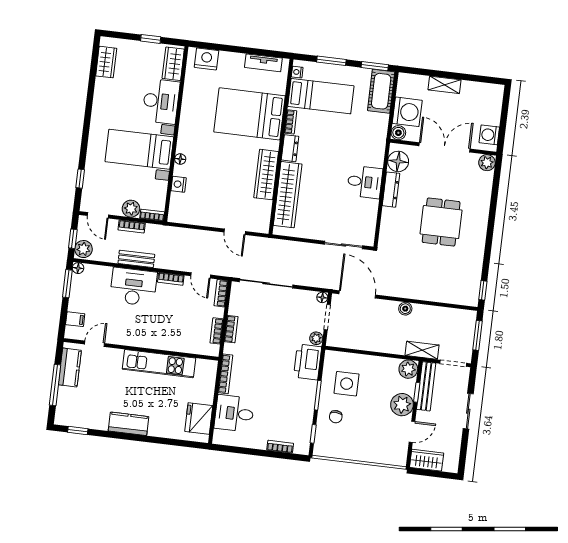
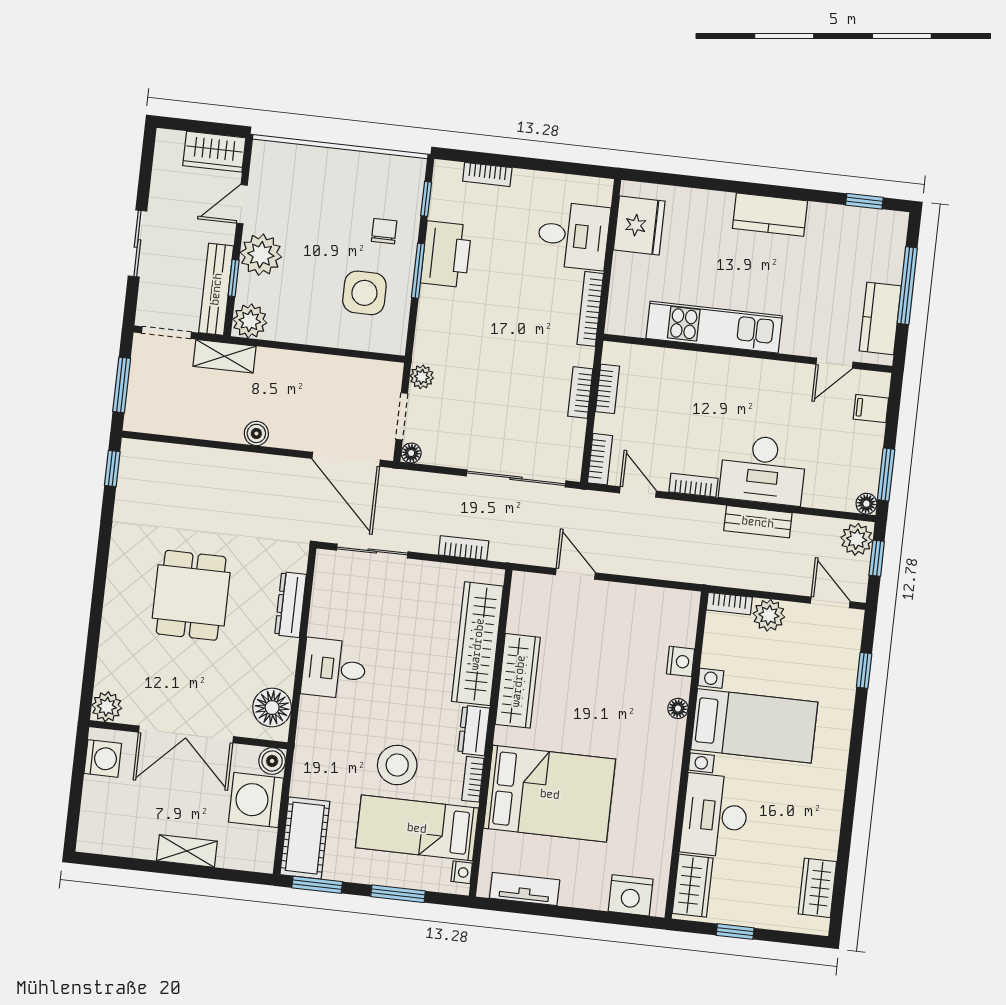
stool: (331, 130) -> (397, 765), added
dresser: (391, 190) -> (290, 605), moved
bookcase: (132, 226) -> (464, 548), moved
printer: (308, 362) -> (446, 254), moved

